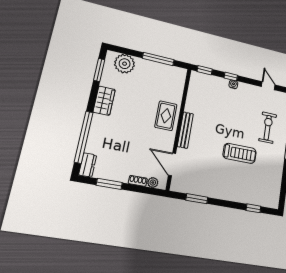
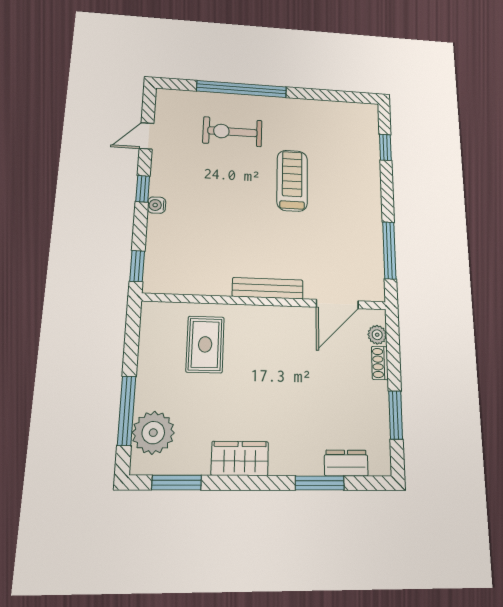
window: (158, 59) -> (127, 411), moved
window: (231, 77) -> (143, 189), moved
rug: (166, 116) -> (205, 344), moved, turned 90
window: (84, 137) -> (320, 483), width x0.47
dresser: (88, 165) -> (346, 463), moved
window: (197, 199) -> (389, 250), width x1.44

